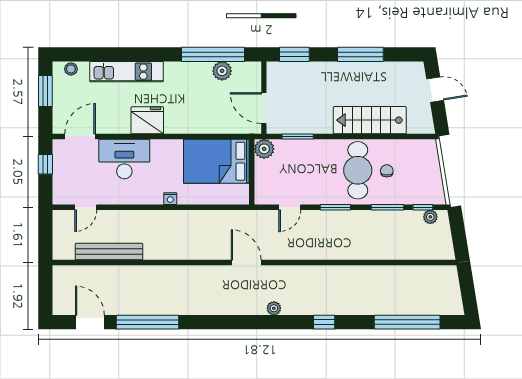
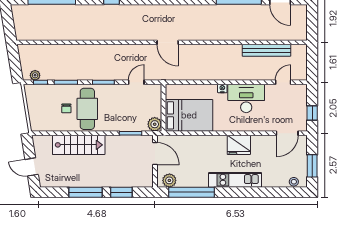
window: (294, 54) -> (121, 192), moved
plant: (222, 71) -> (169, 180), moved
kitchen unit: (126, 72) -> (235, 180), moved
desk: (124, 159) -> (246, 98), moved, turned 180
plant: (274, 308) -> (148, 9), removed

